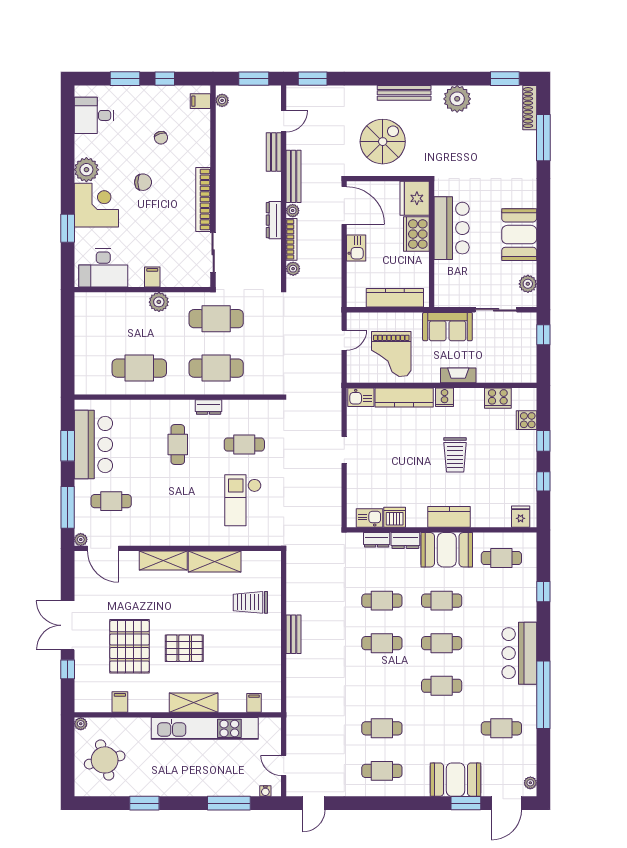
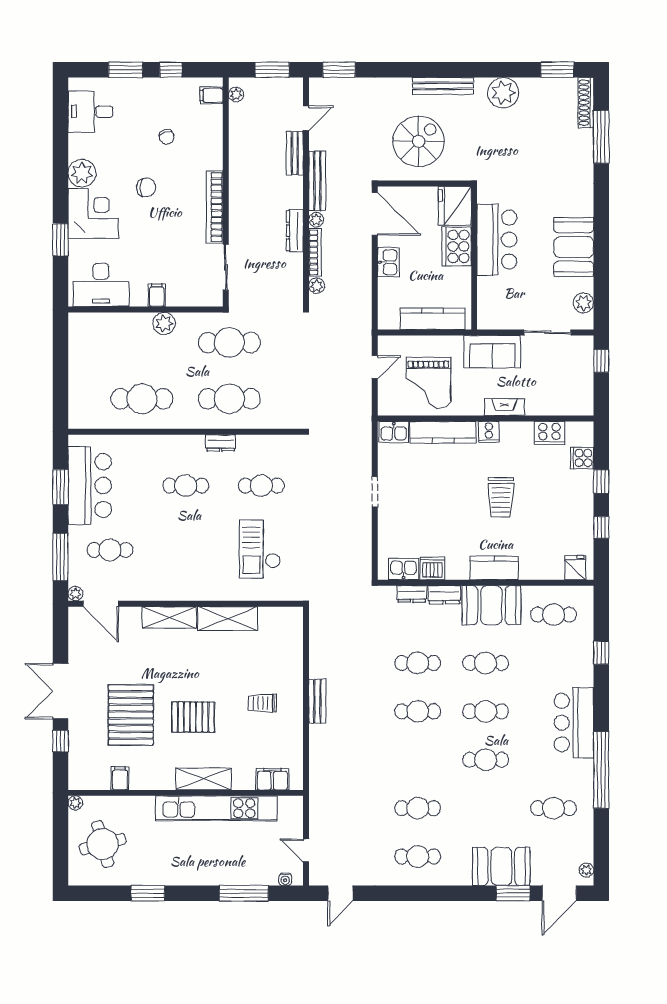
cafe table: (178, 444) -> (186, 486), turned 90
trolley: (250, 602) -> (262, 703), moved, width x0.73, depth x0.72
filing cabinet: (254, 703) -> (272, 779), width x2.00

